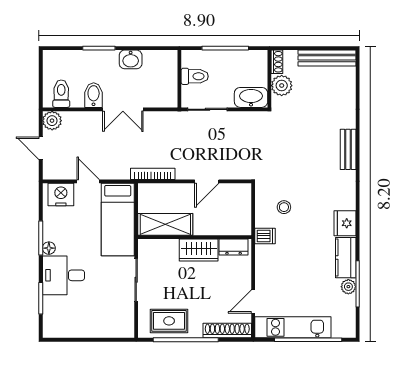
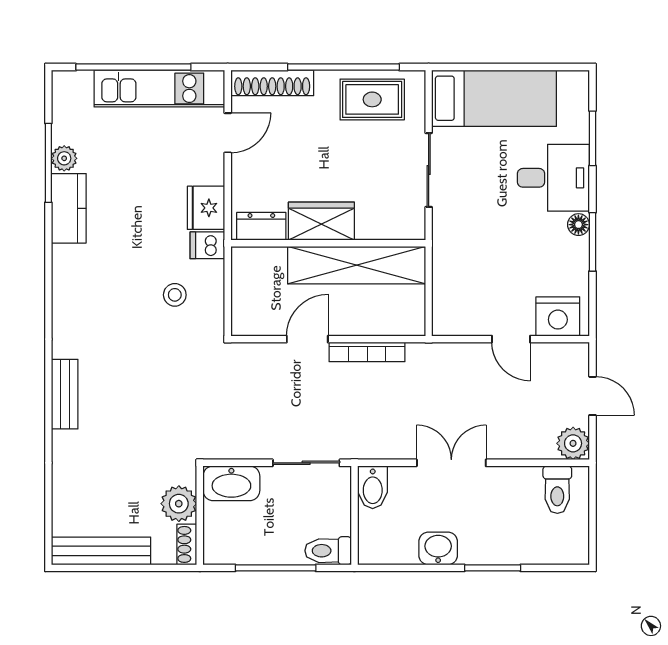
toilet: (195, 76) -> (328, 551), moved
bidet: (94, 95) -> (373, 487), moved
bookcase: (153, 174) -> (367, 352), moved
bed: (118, 219) -> (494, 98), moved, turned 90
fridge: (345, 223) -> (206, 208), moved, turned 180
shelving: (165, 224) -> (357, 265), width x1.47

